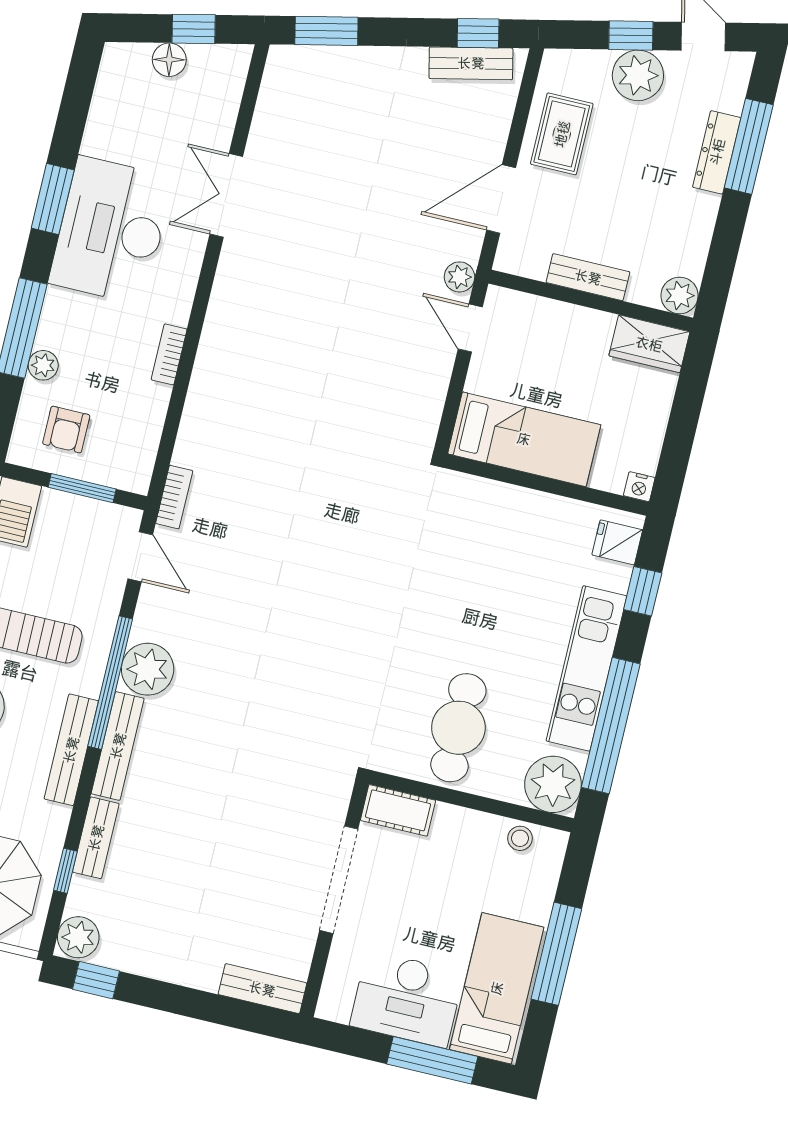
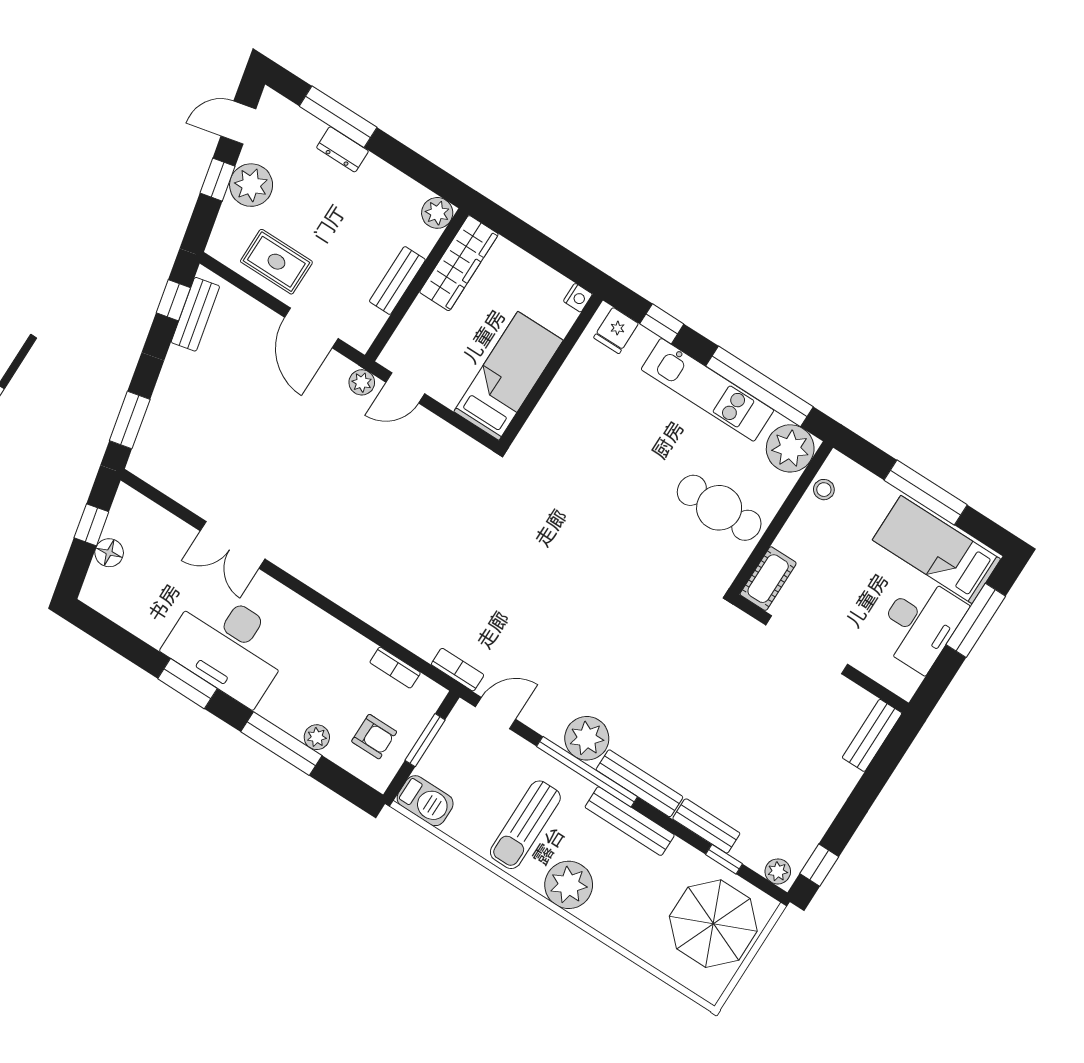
dresser: (717, 152) -> (342, 149), width x0.70
wardrobe: (649, 344) -> (459, 263), width x1.50
bookcase: (169, 354) -> (395, 668), moved
plant: (78, 937) -> (778, 871), width x0.73, depth x0.73

